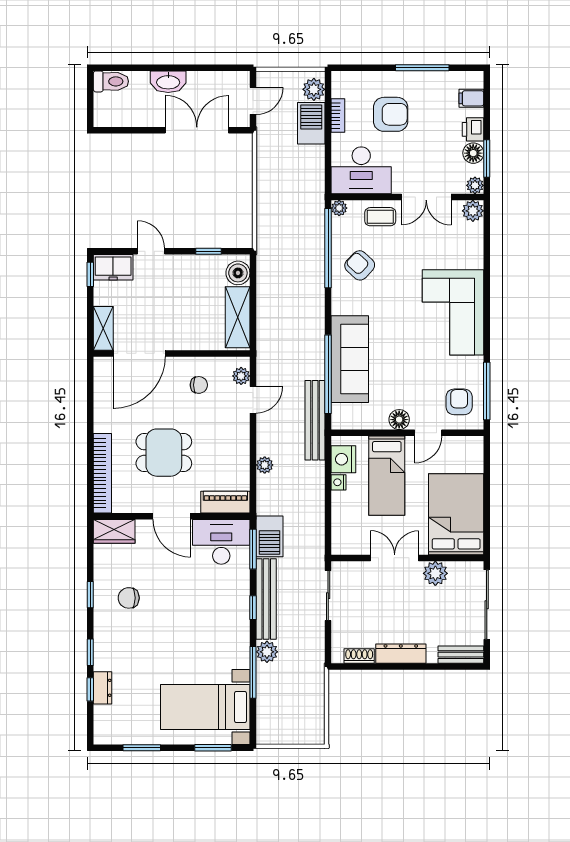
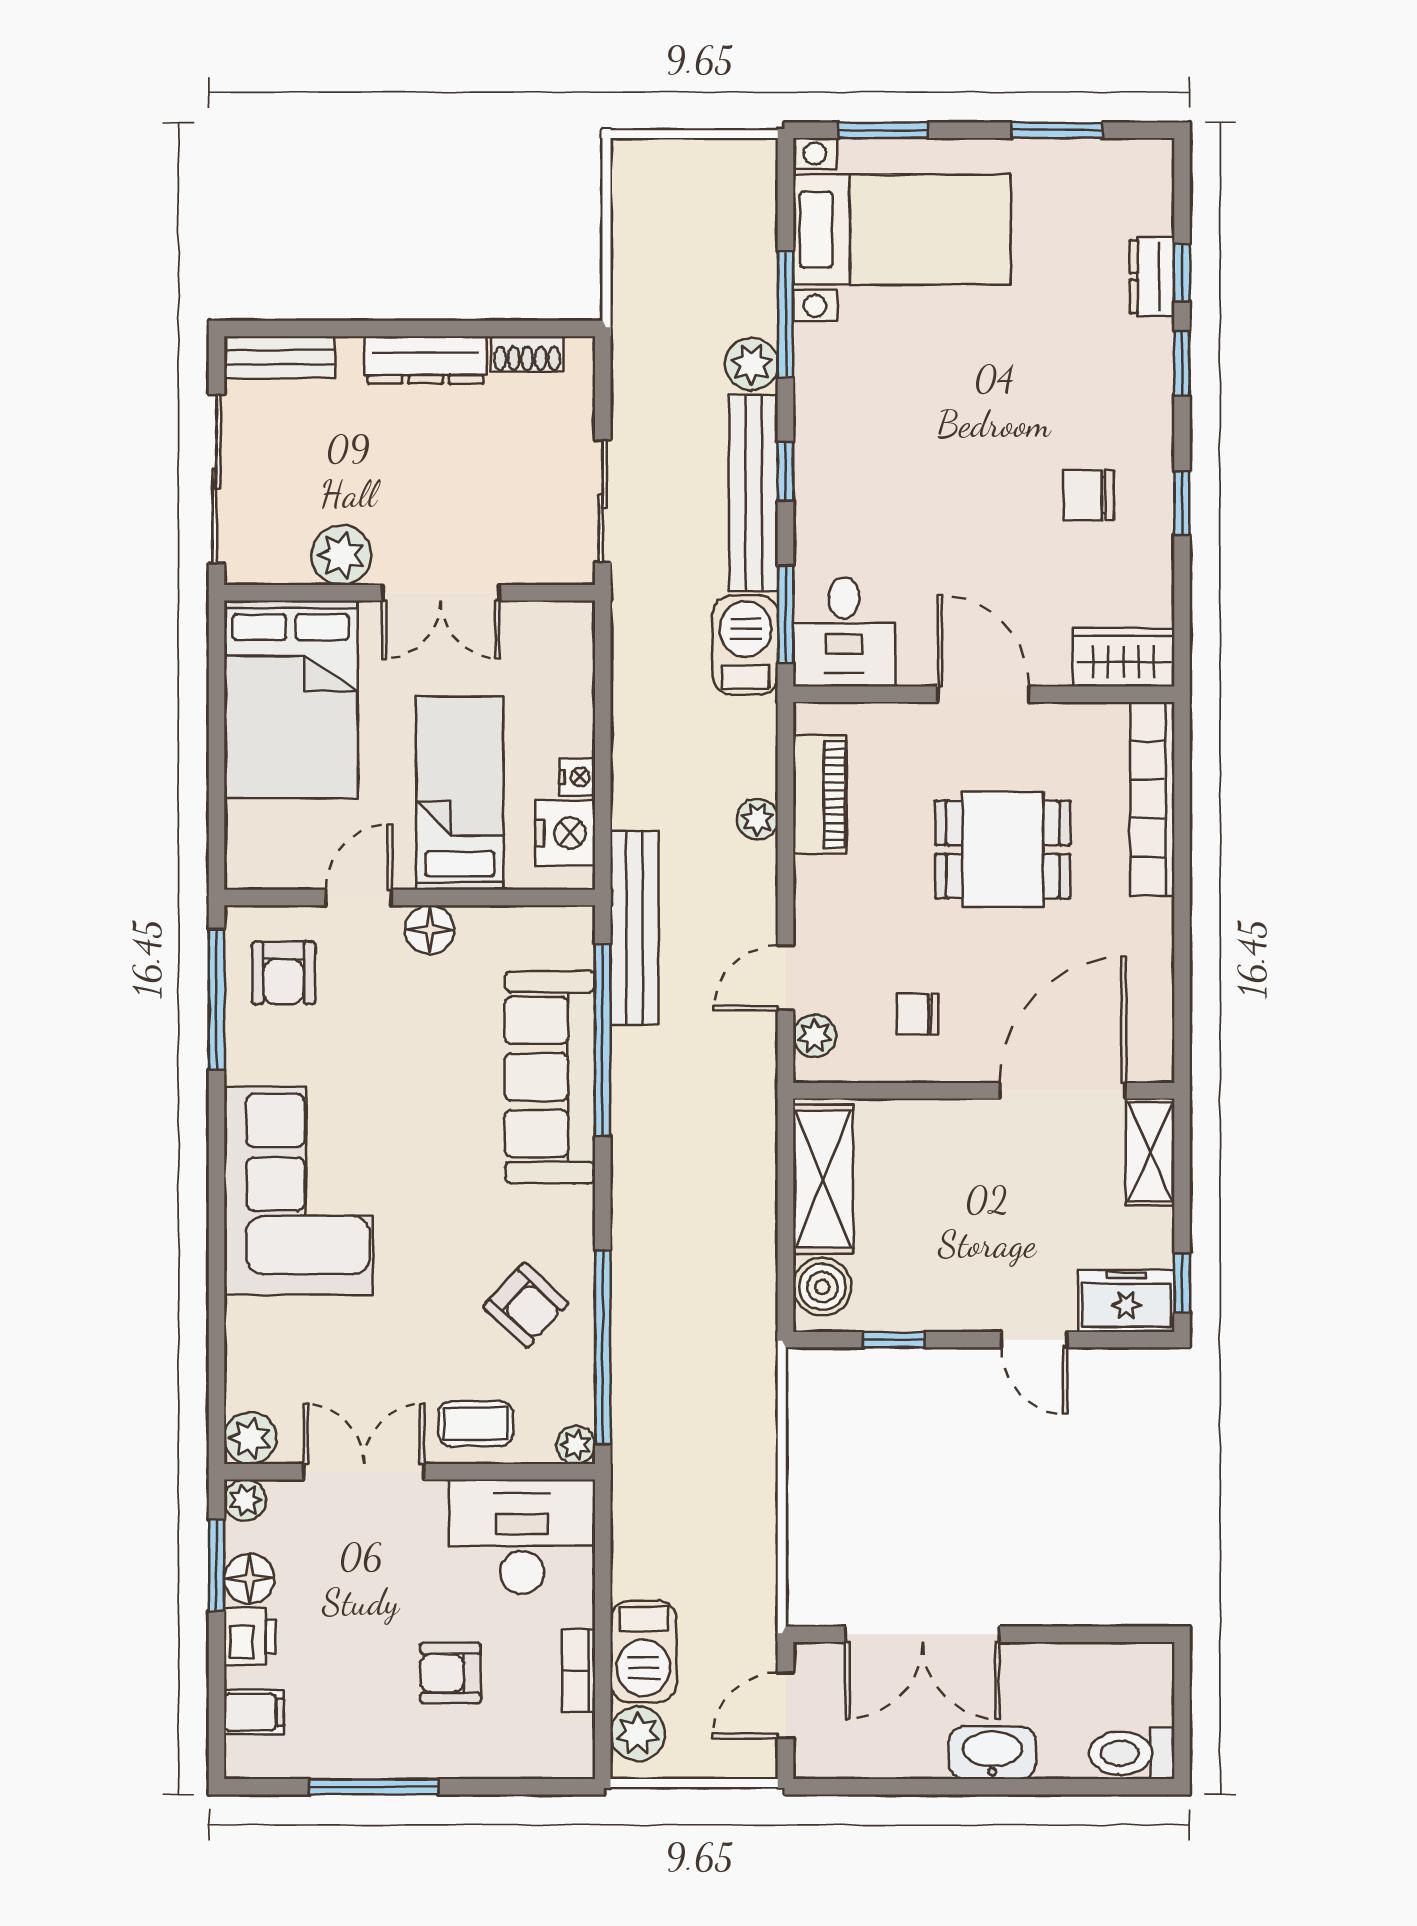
armchair: (391, 114) -> (450, 1673), width x0.72, depth x0.72
piano: (225, 502) -> (820, 794), moved, turned -90
desk: (221, 542) -> (844, 632), width x0.73
chair: (129, 598) -> (1088, 495), turned 180

